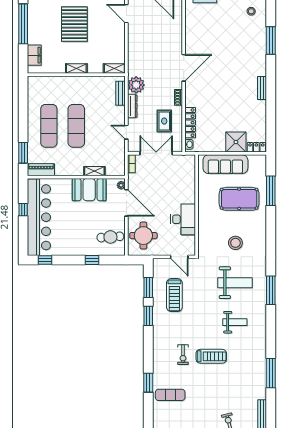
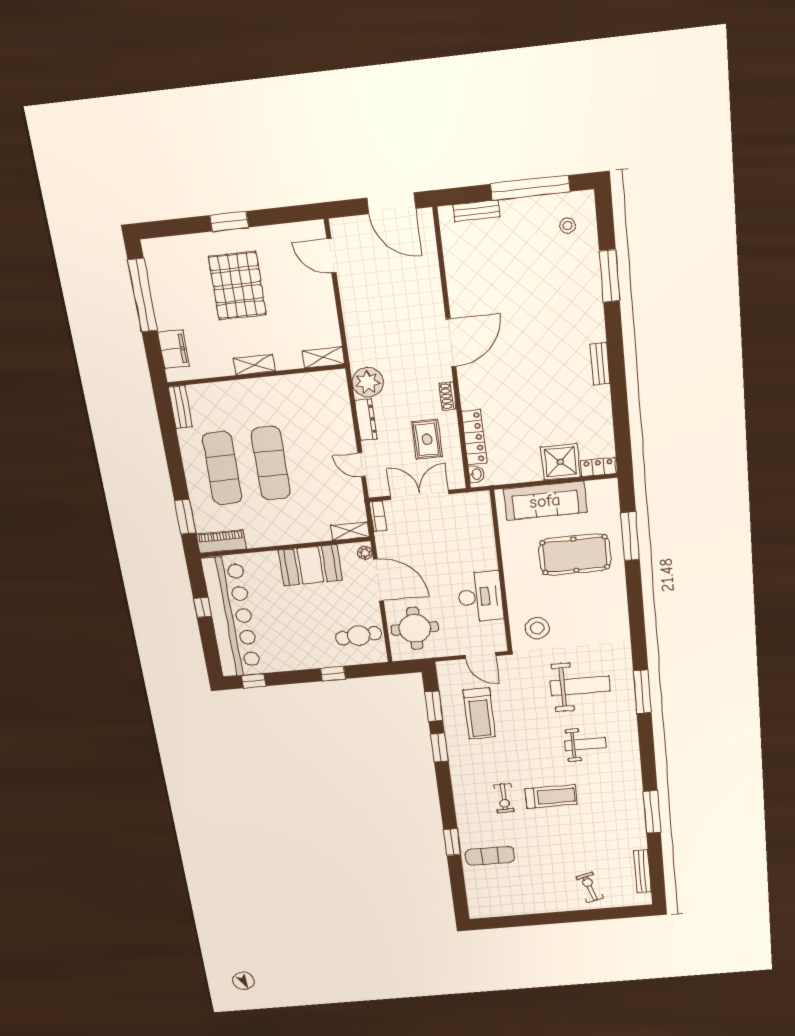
bench: (121, 93) -> (180, 407), moved
shelving: (94, 171) -> (350, 531), moved
stool: (235, 243) -> (537, 628), moved

